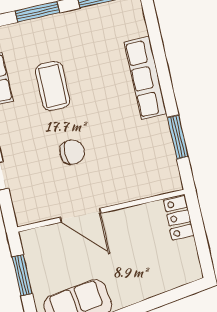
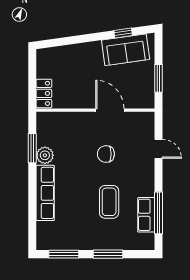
plant: (158, 131) -> (45, 155), added

